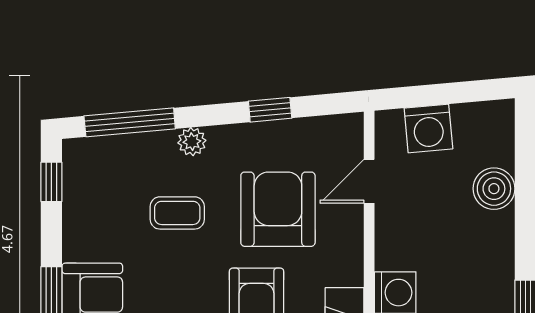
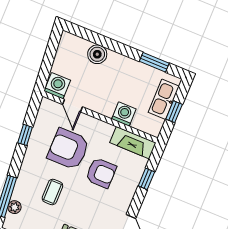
washing machine: (428, 128) -> (57, 86), moved, turned -85
plant: (192, 142) -> (15, 207), moved

